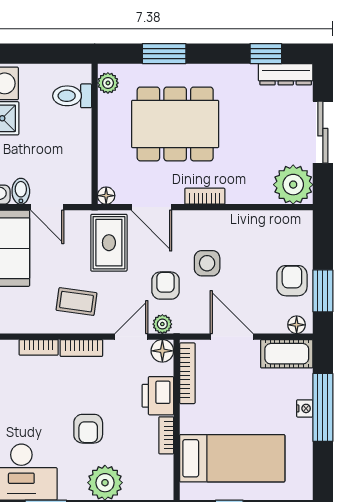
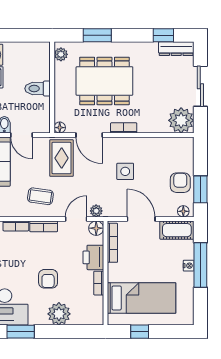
toilet: (72, 96) -> (38, 89), moved
armchair: (166, 286) -> (98, 186), removed

